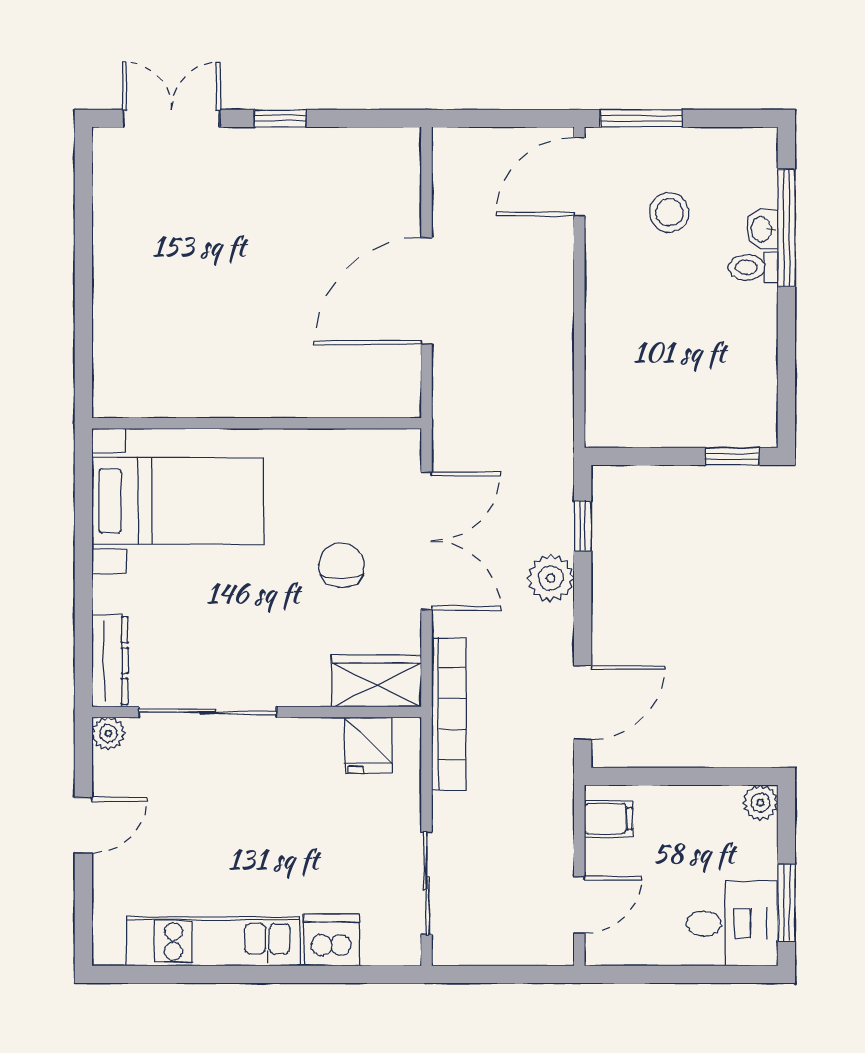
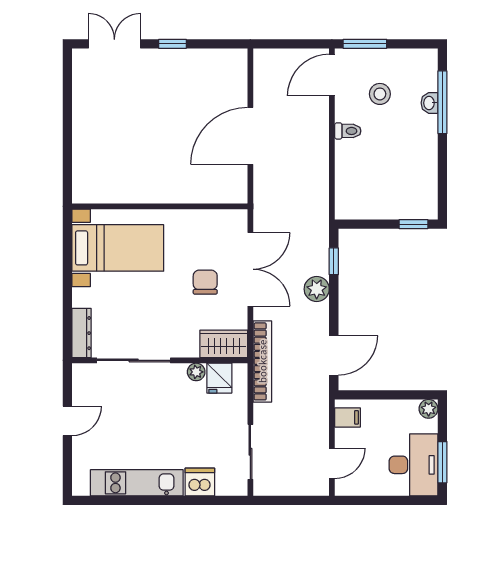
toilet: (753, 267) -> (348, 131), moved, turned 180
plant: (108, 733) -> (196, 372), moved
desk: (732, 923) -> (414, 465), width x1.37

